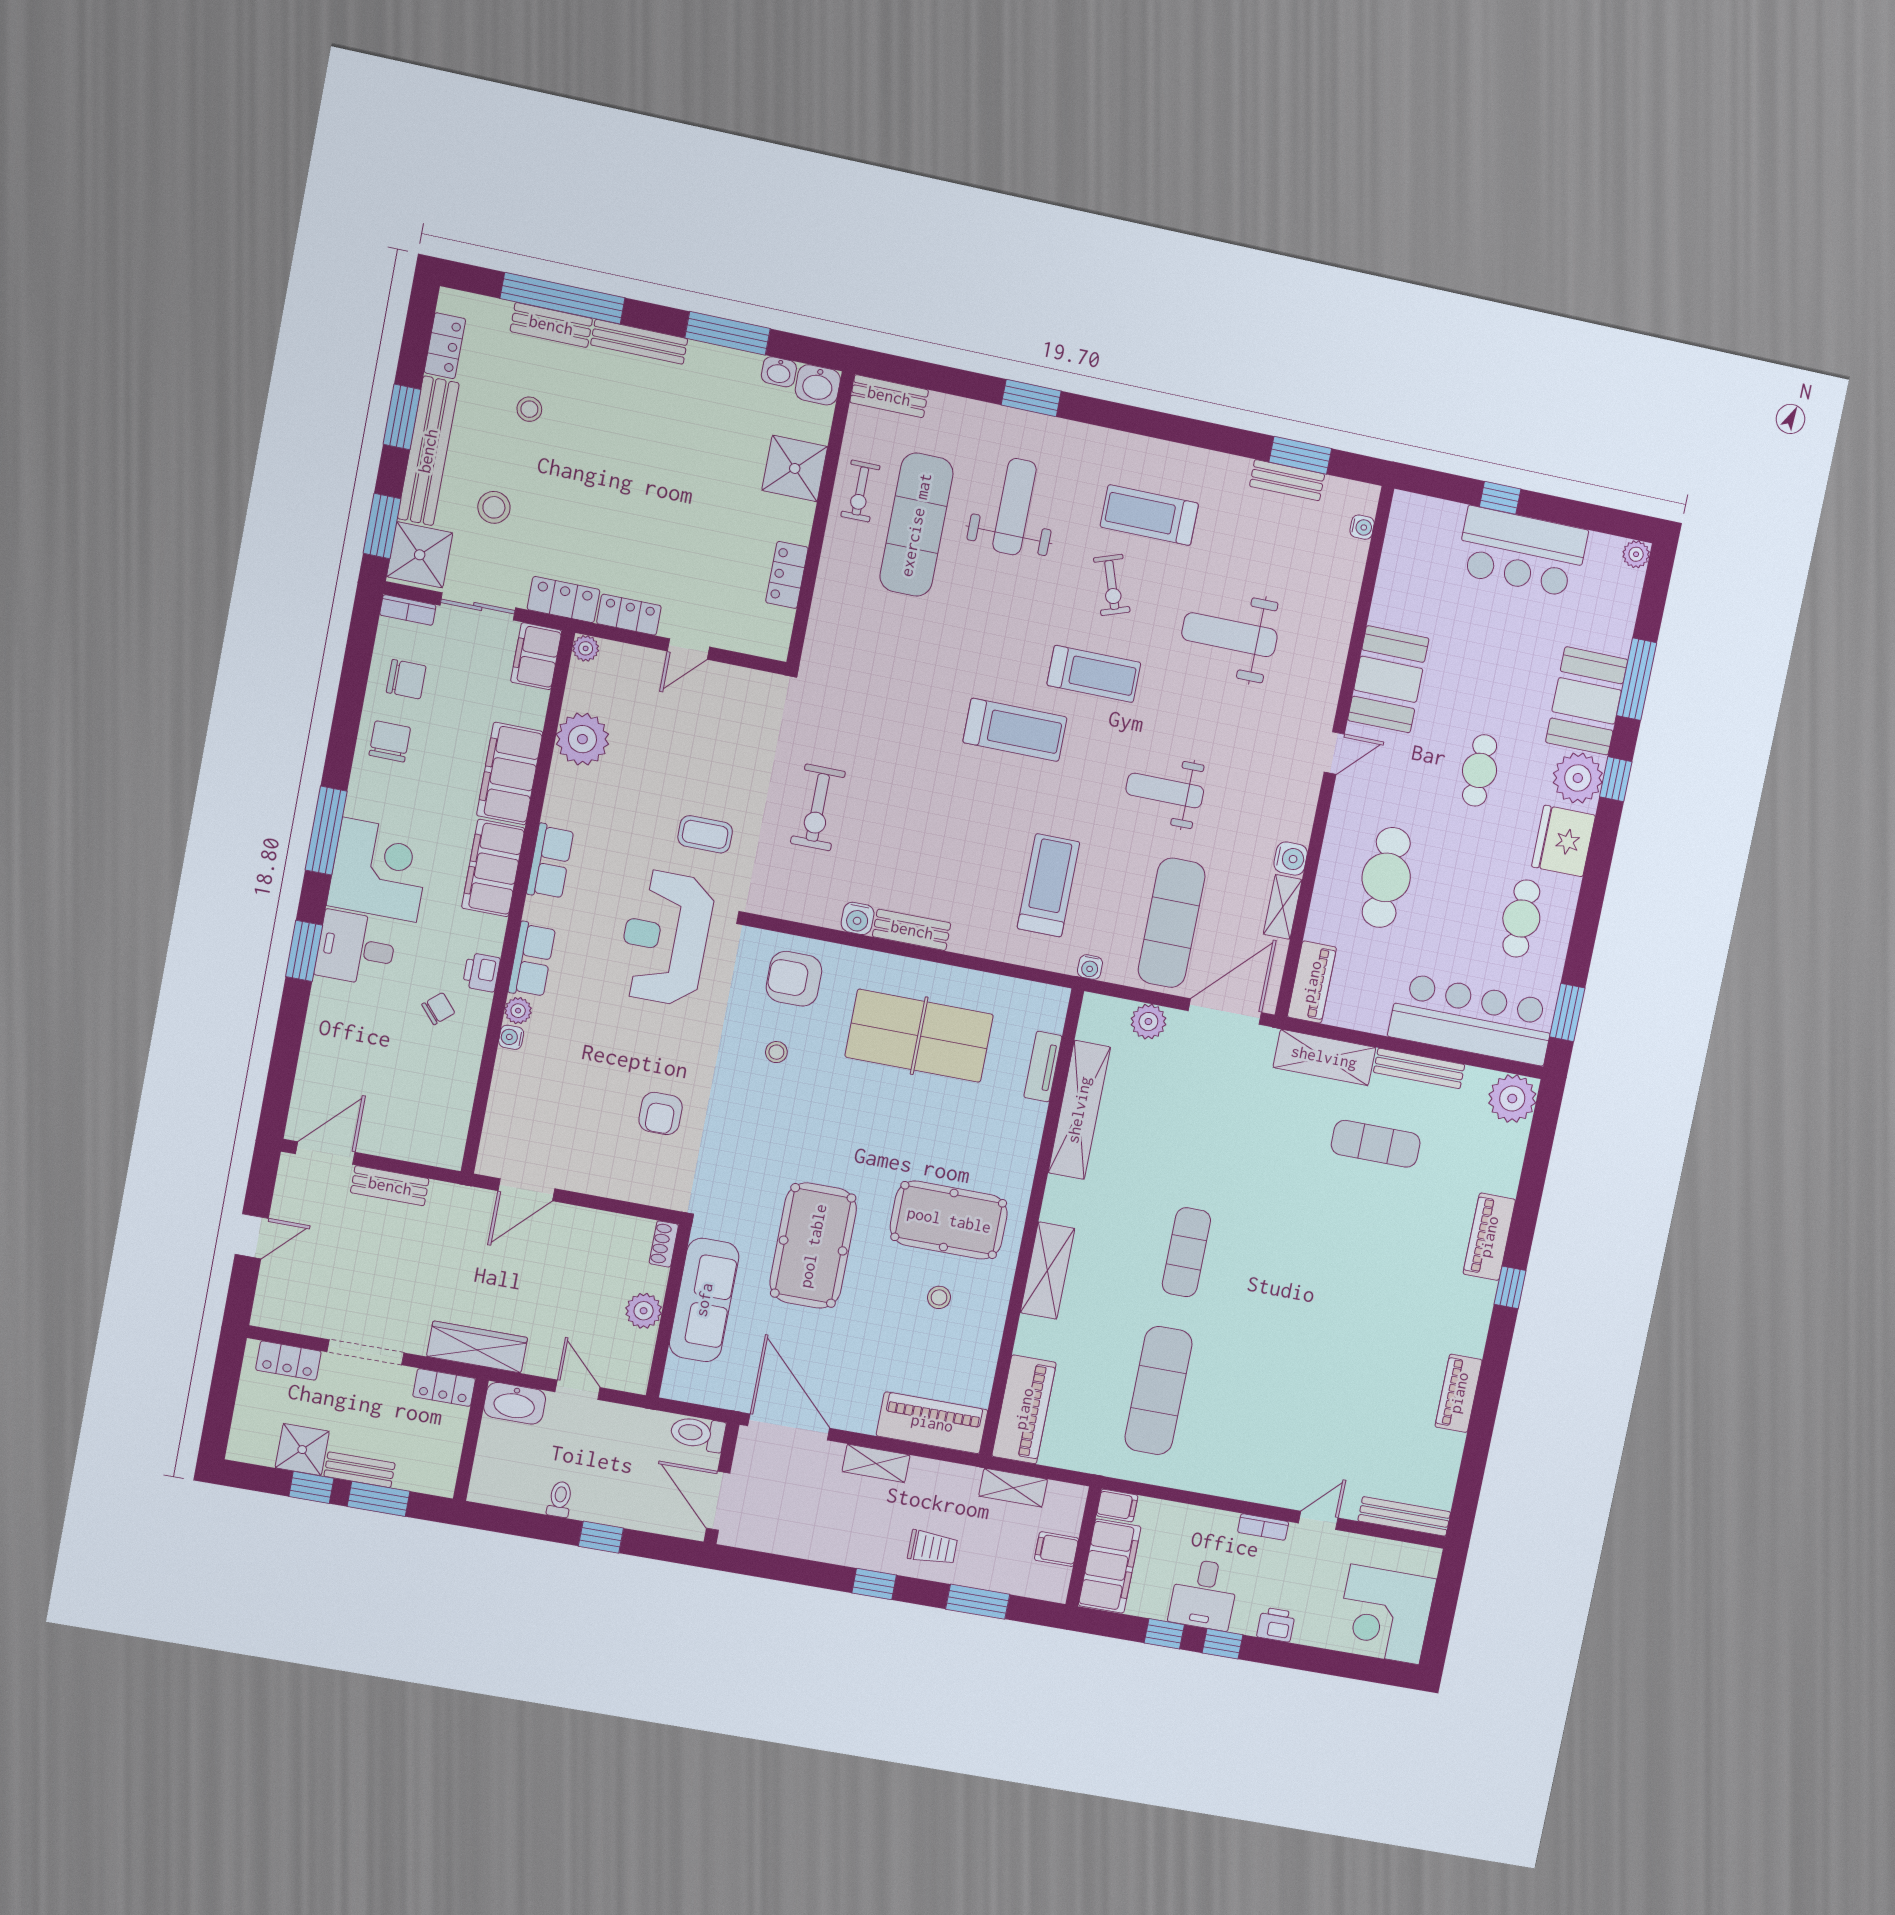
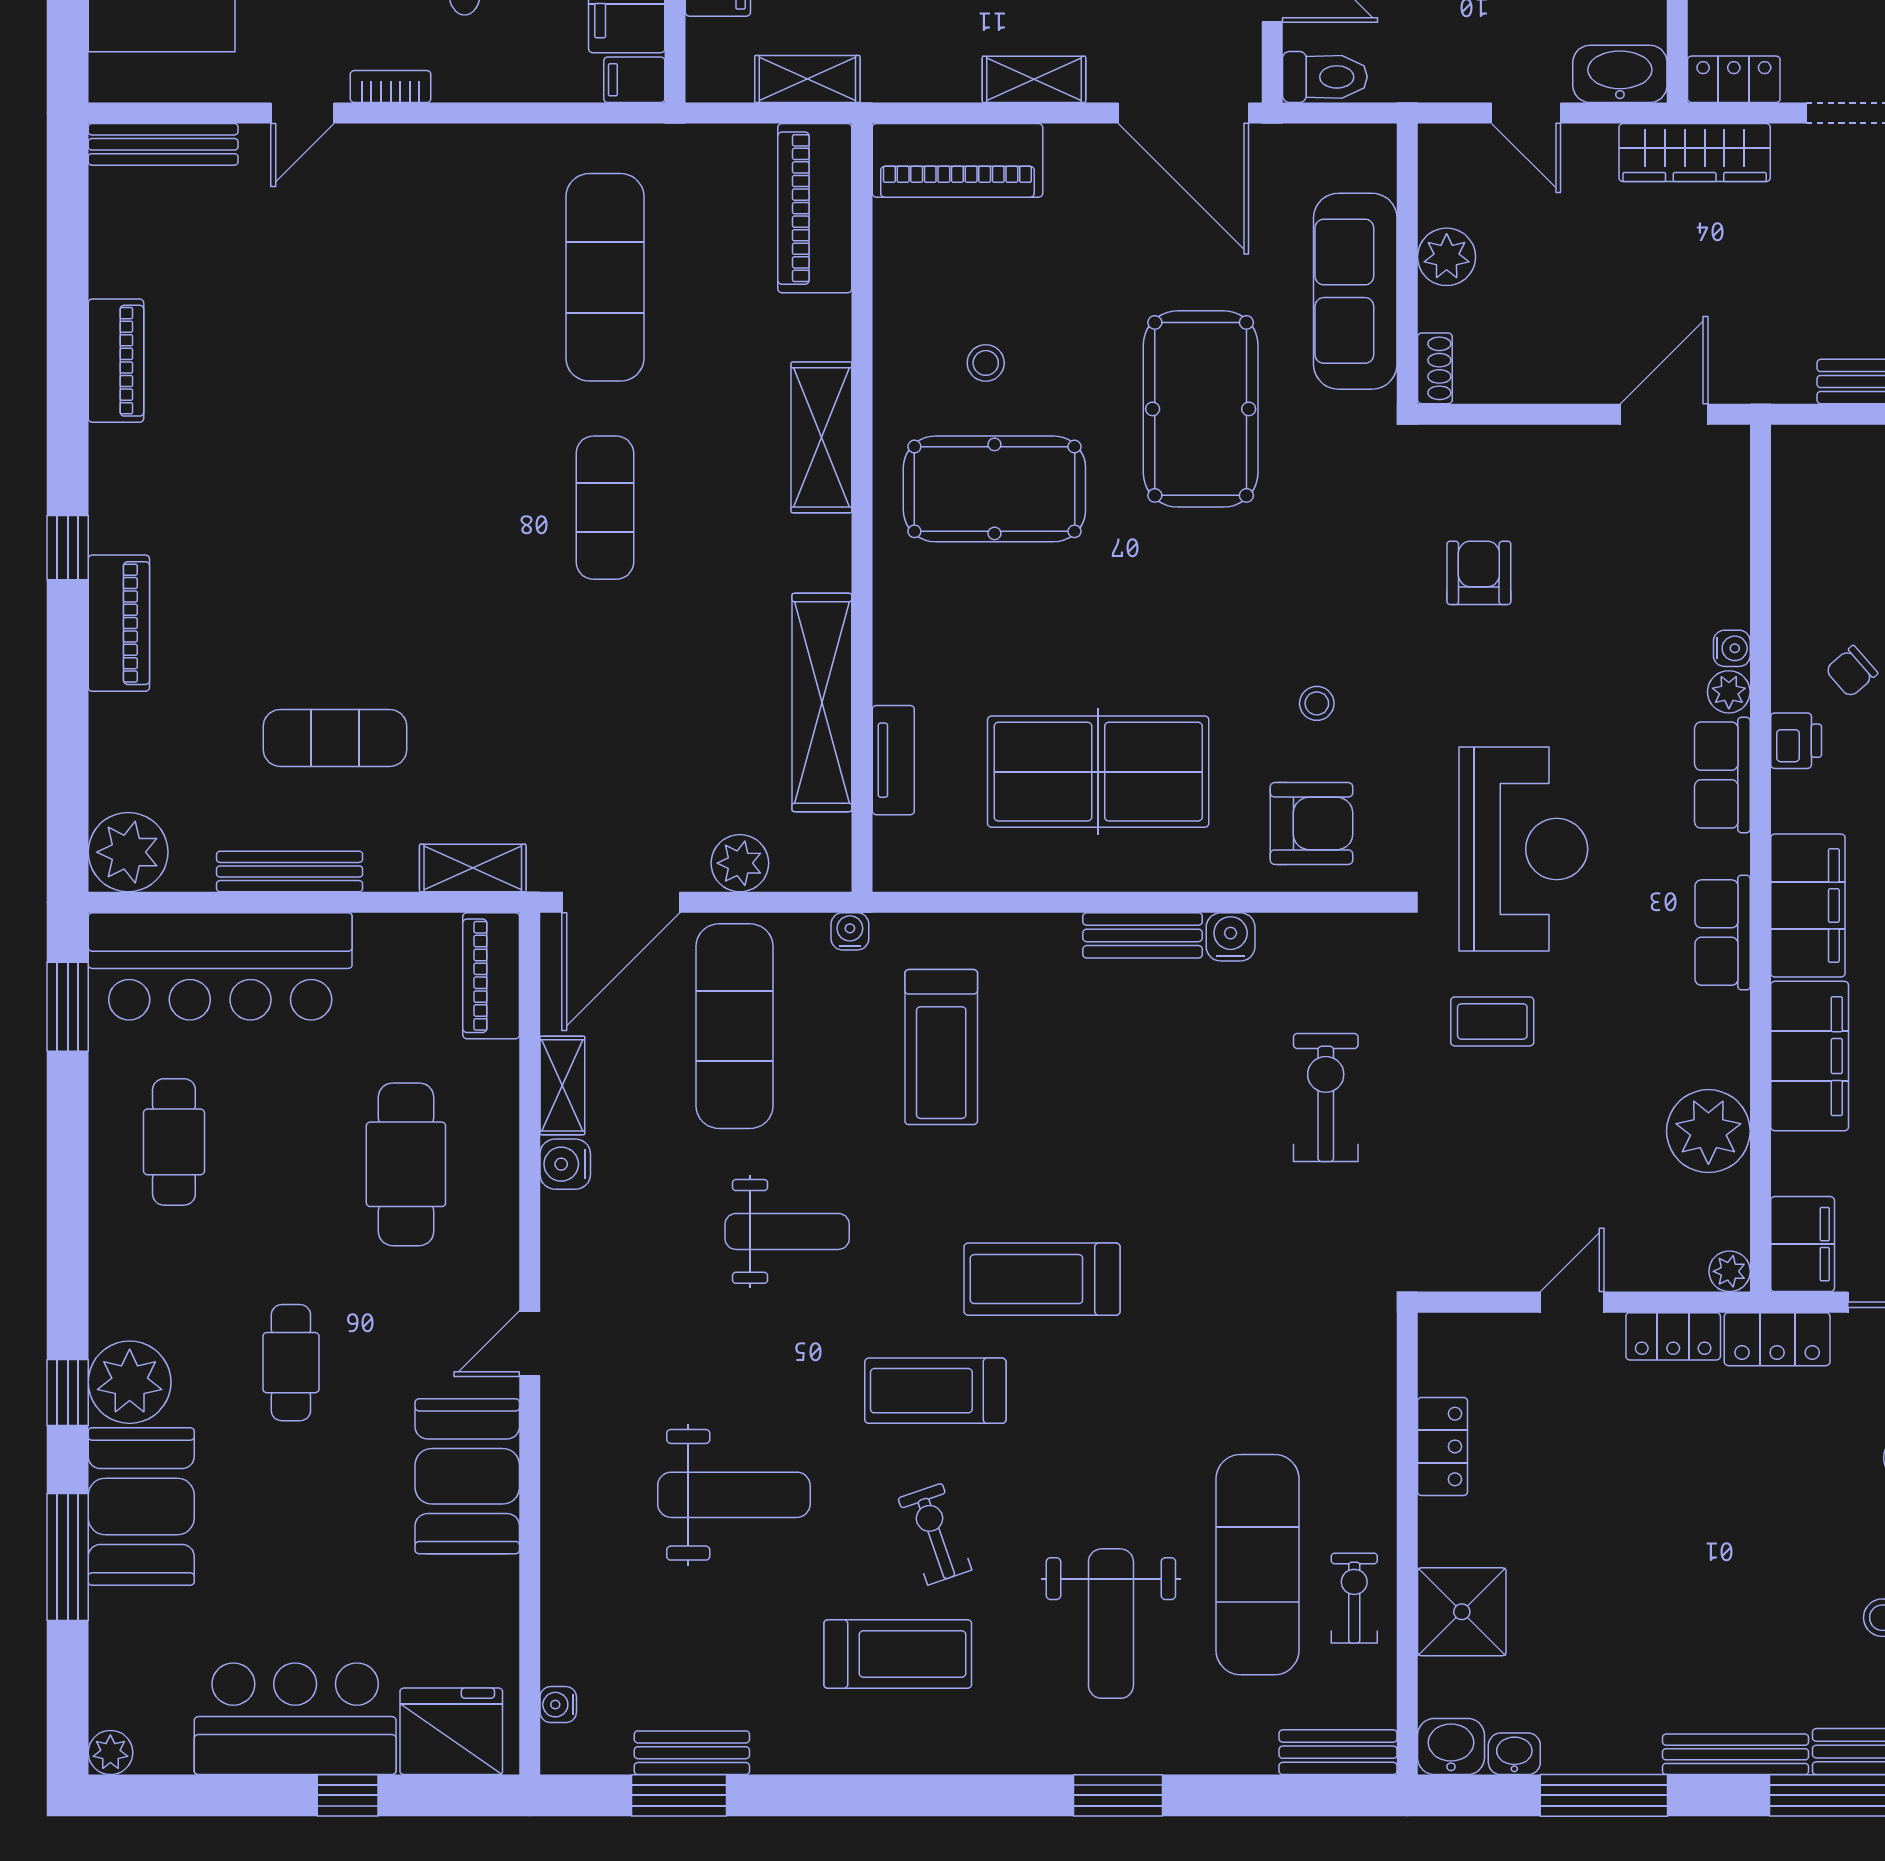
fridge: (1563, 841) -> (451, 1731), moved, turned -90
shelving: (1324, 1057) -> (473, 868), width x0.67, depth x0.75

